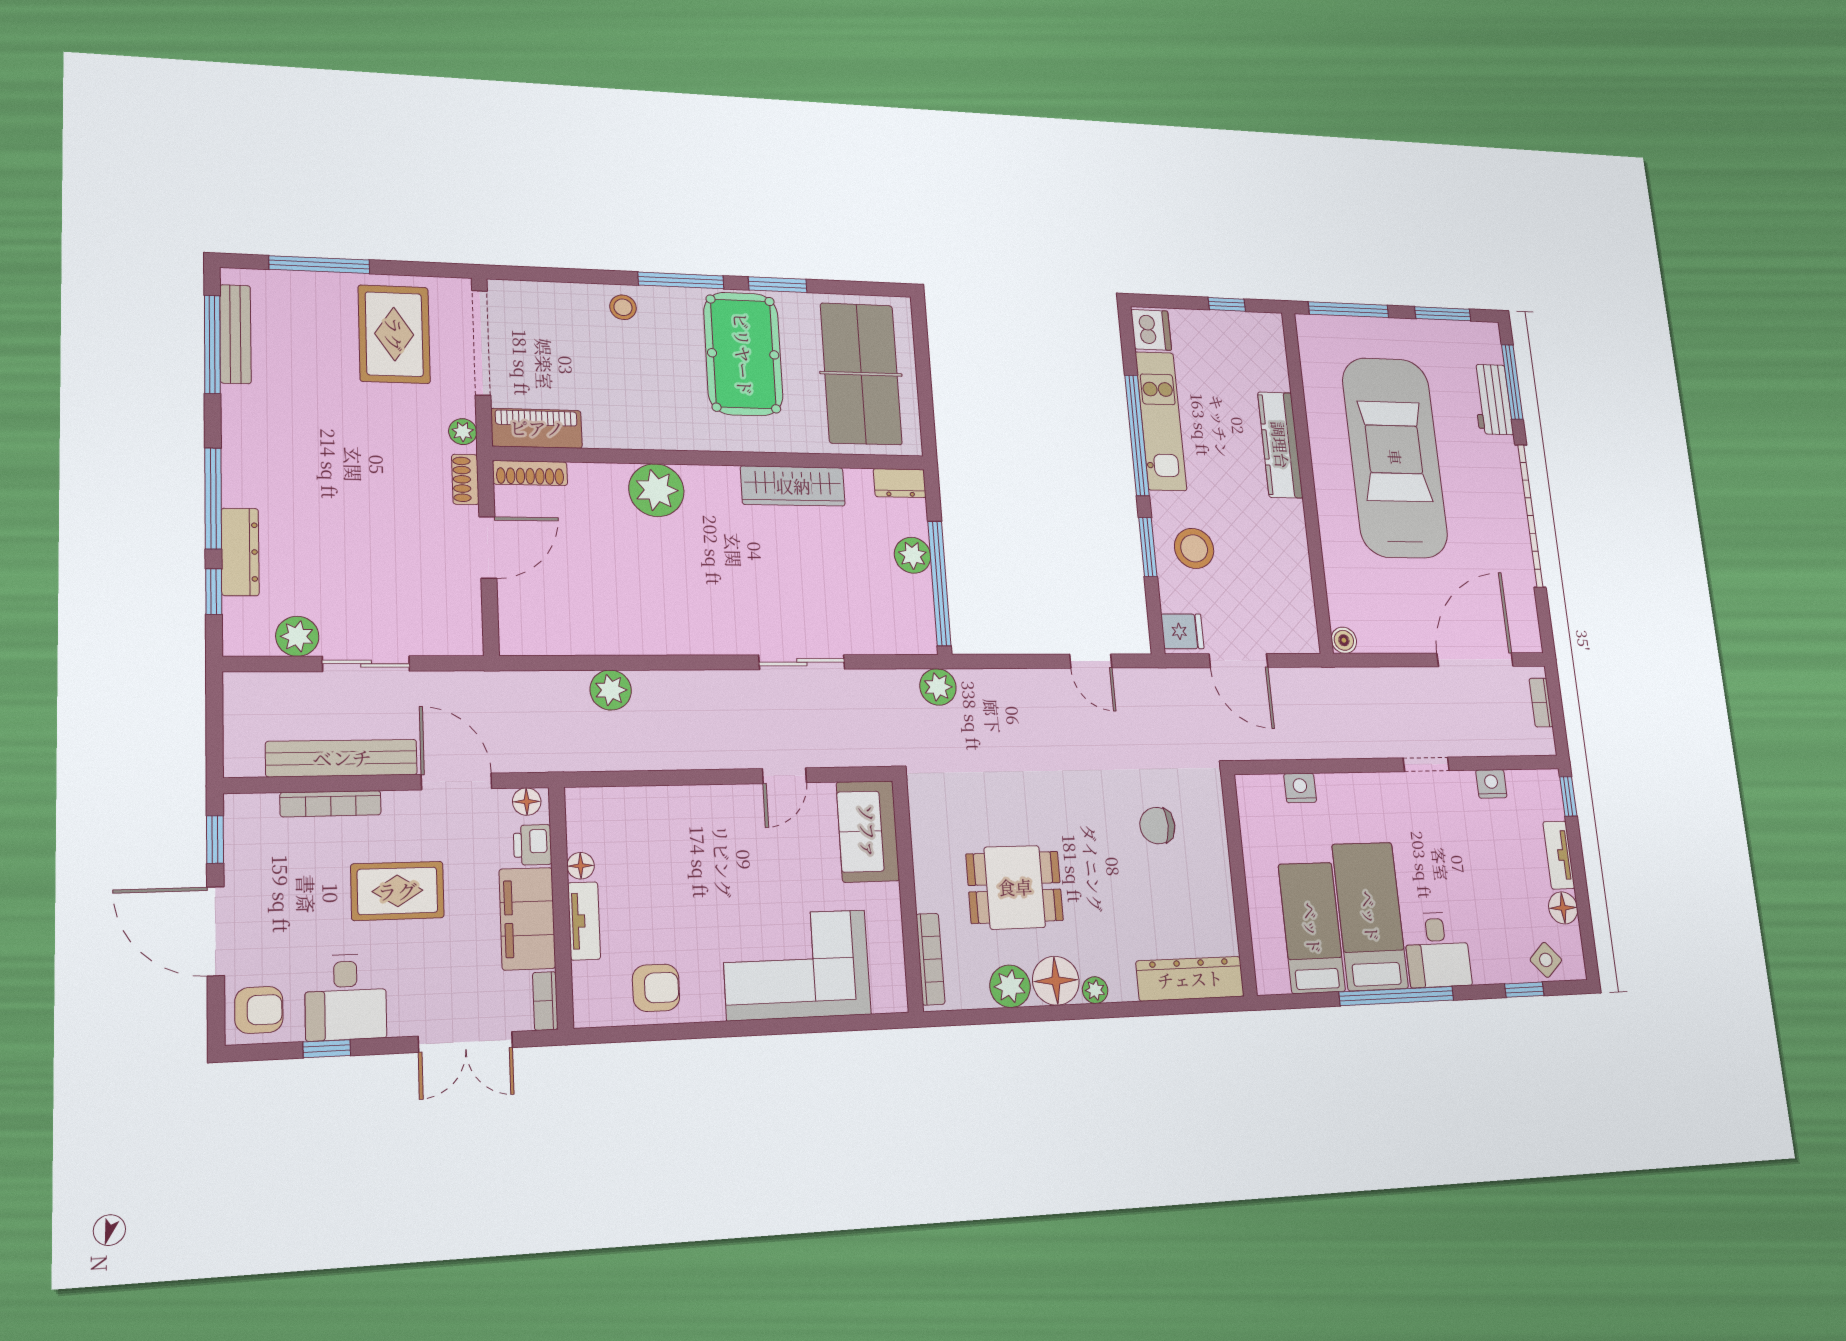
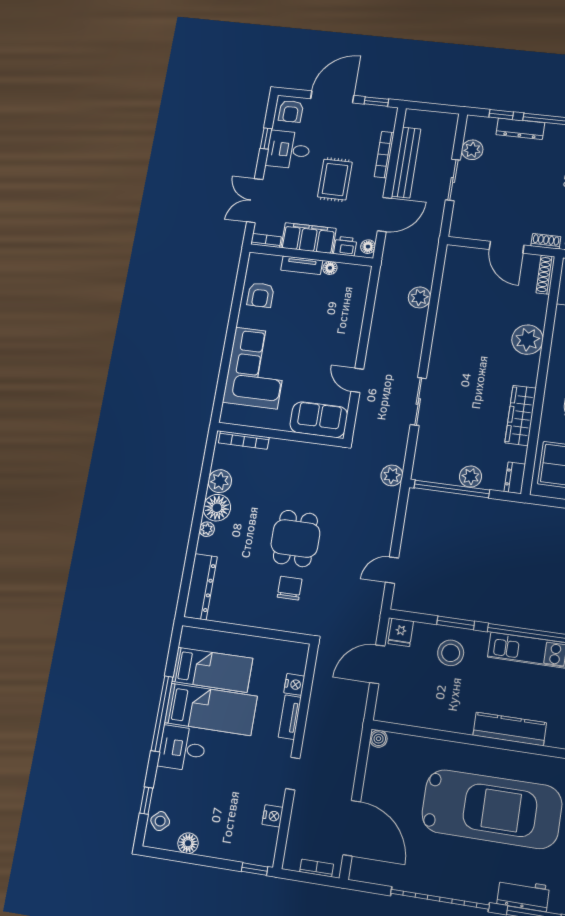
tv unit: (1559, 855) -> (290, 717), moved, turned -90
dining table: (1015, 887) -> (295, 538), moved

